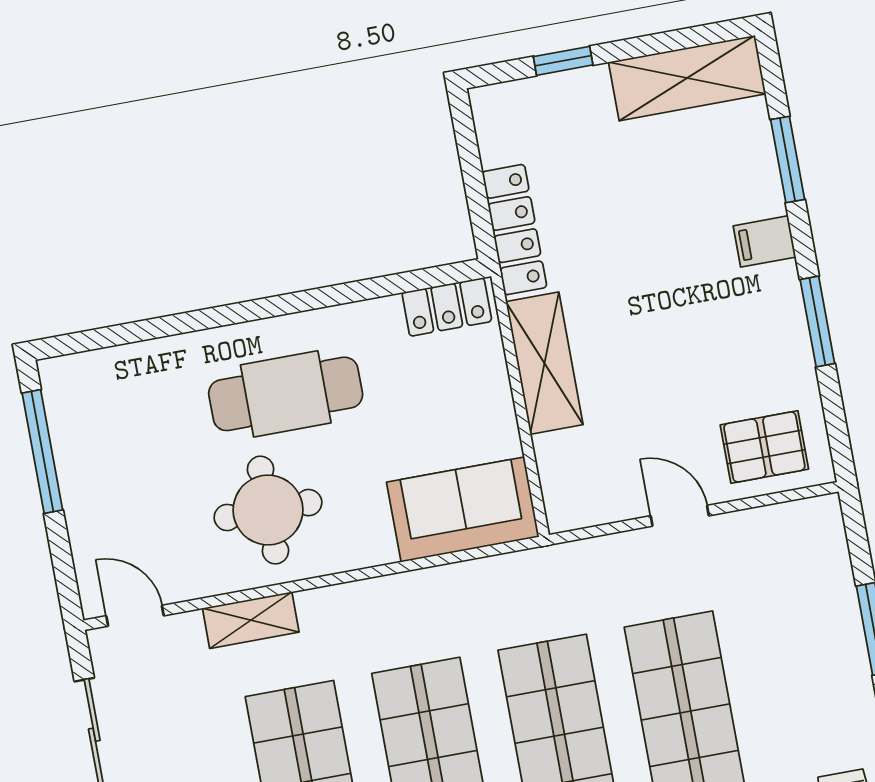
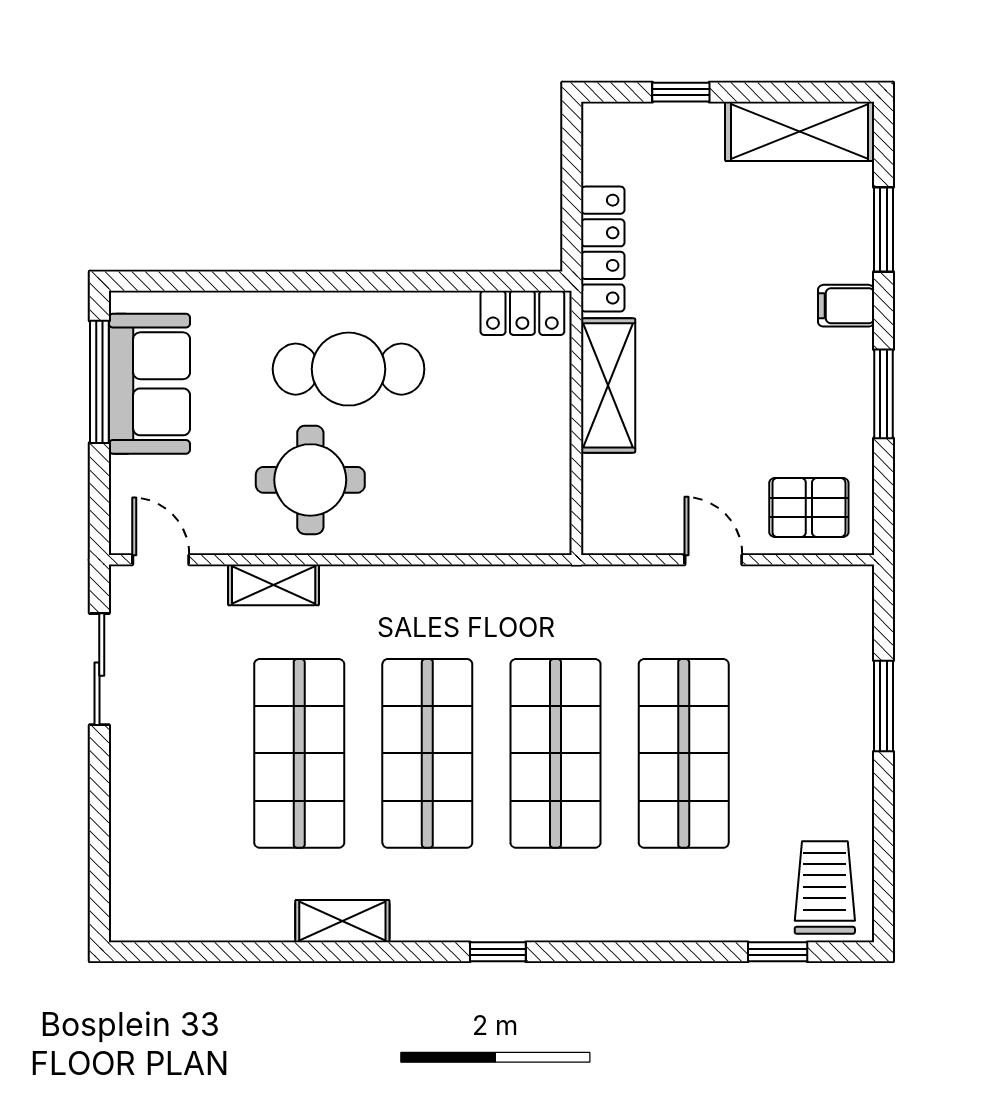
sofa: (463, 509) -> (149, 384), moved, turned 90

